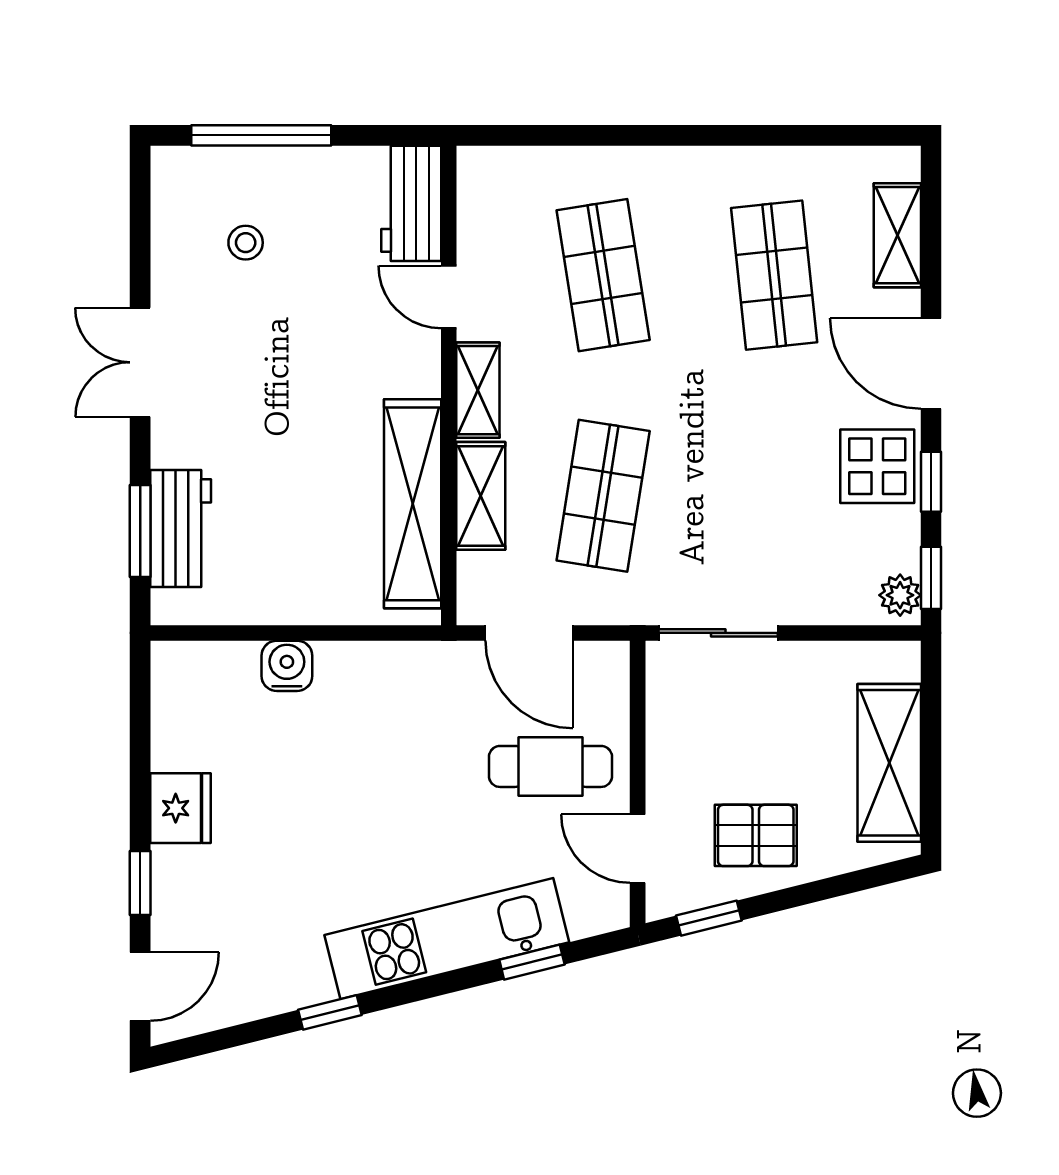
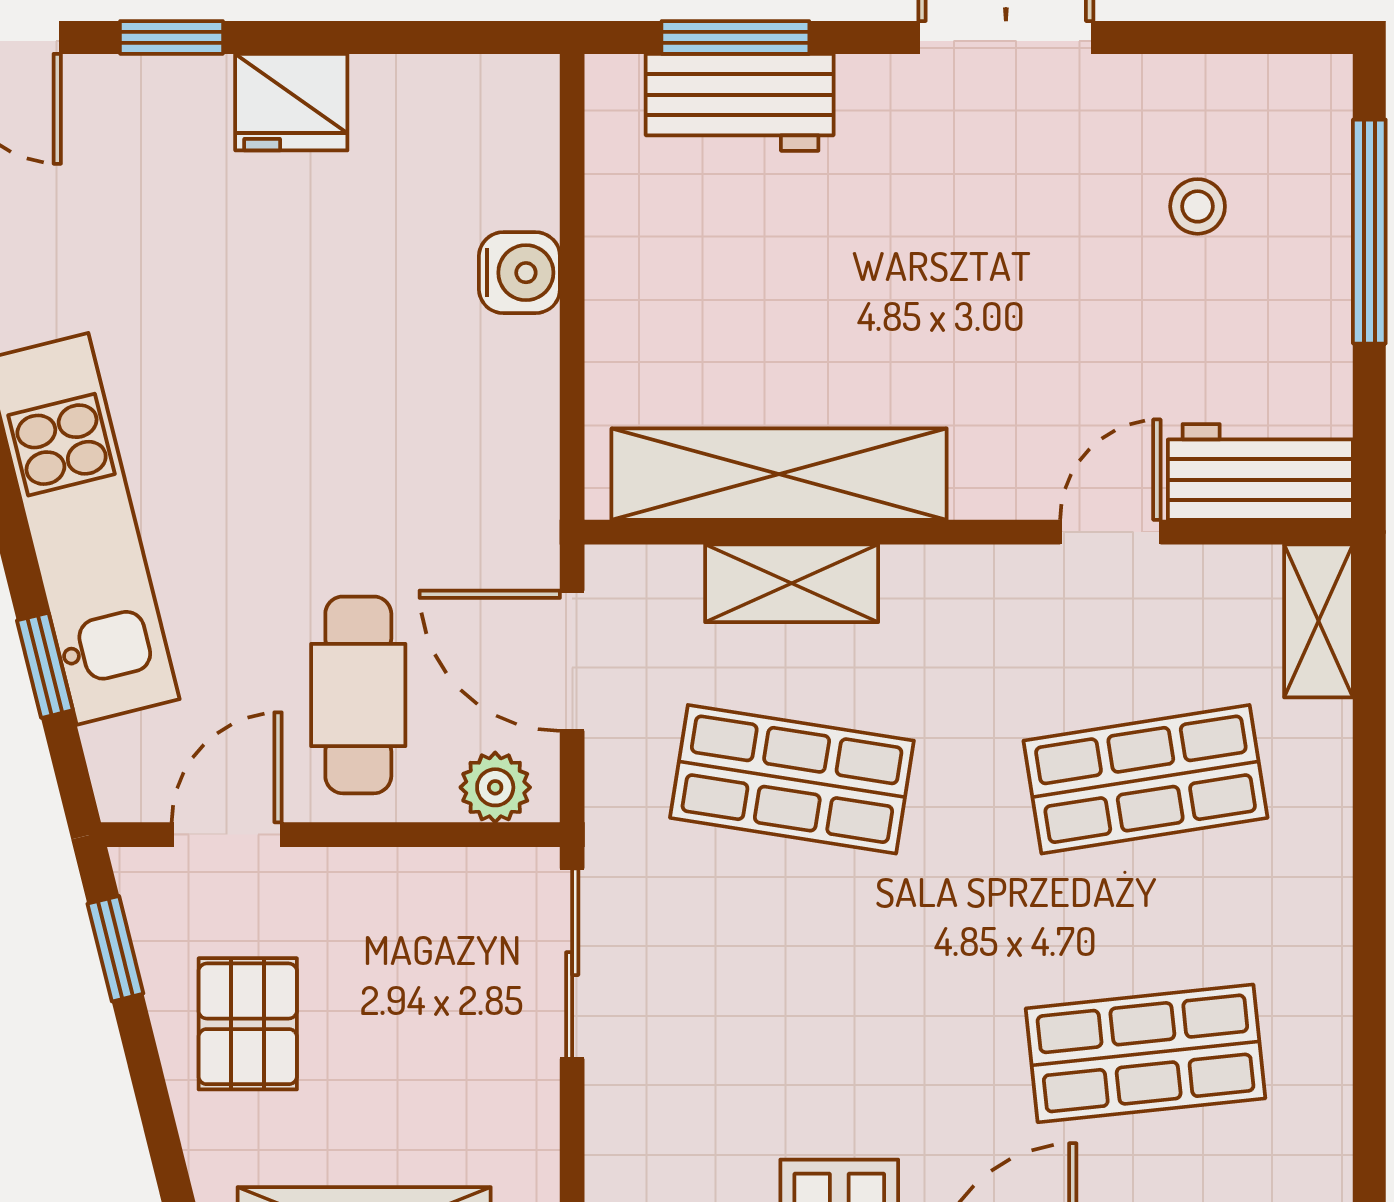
shelving: (478, 390) -> (1319, 621), moved, turned 90
door: (529, 633) -> (572, 661), hinge flipped
plant: (608, 681) -> (495, 787), added

